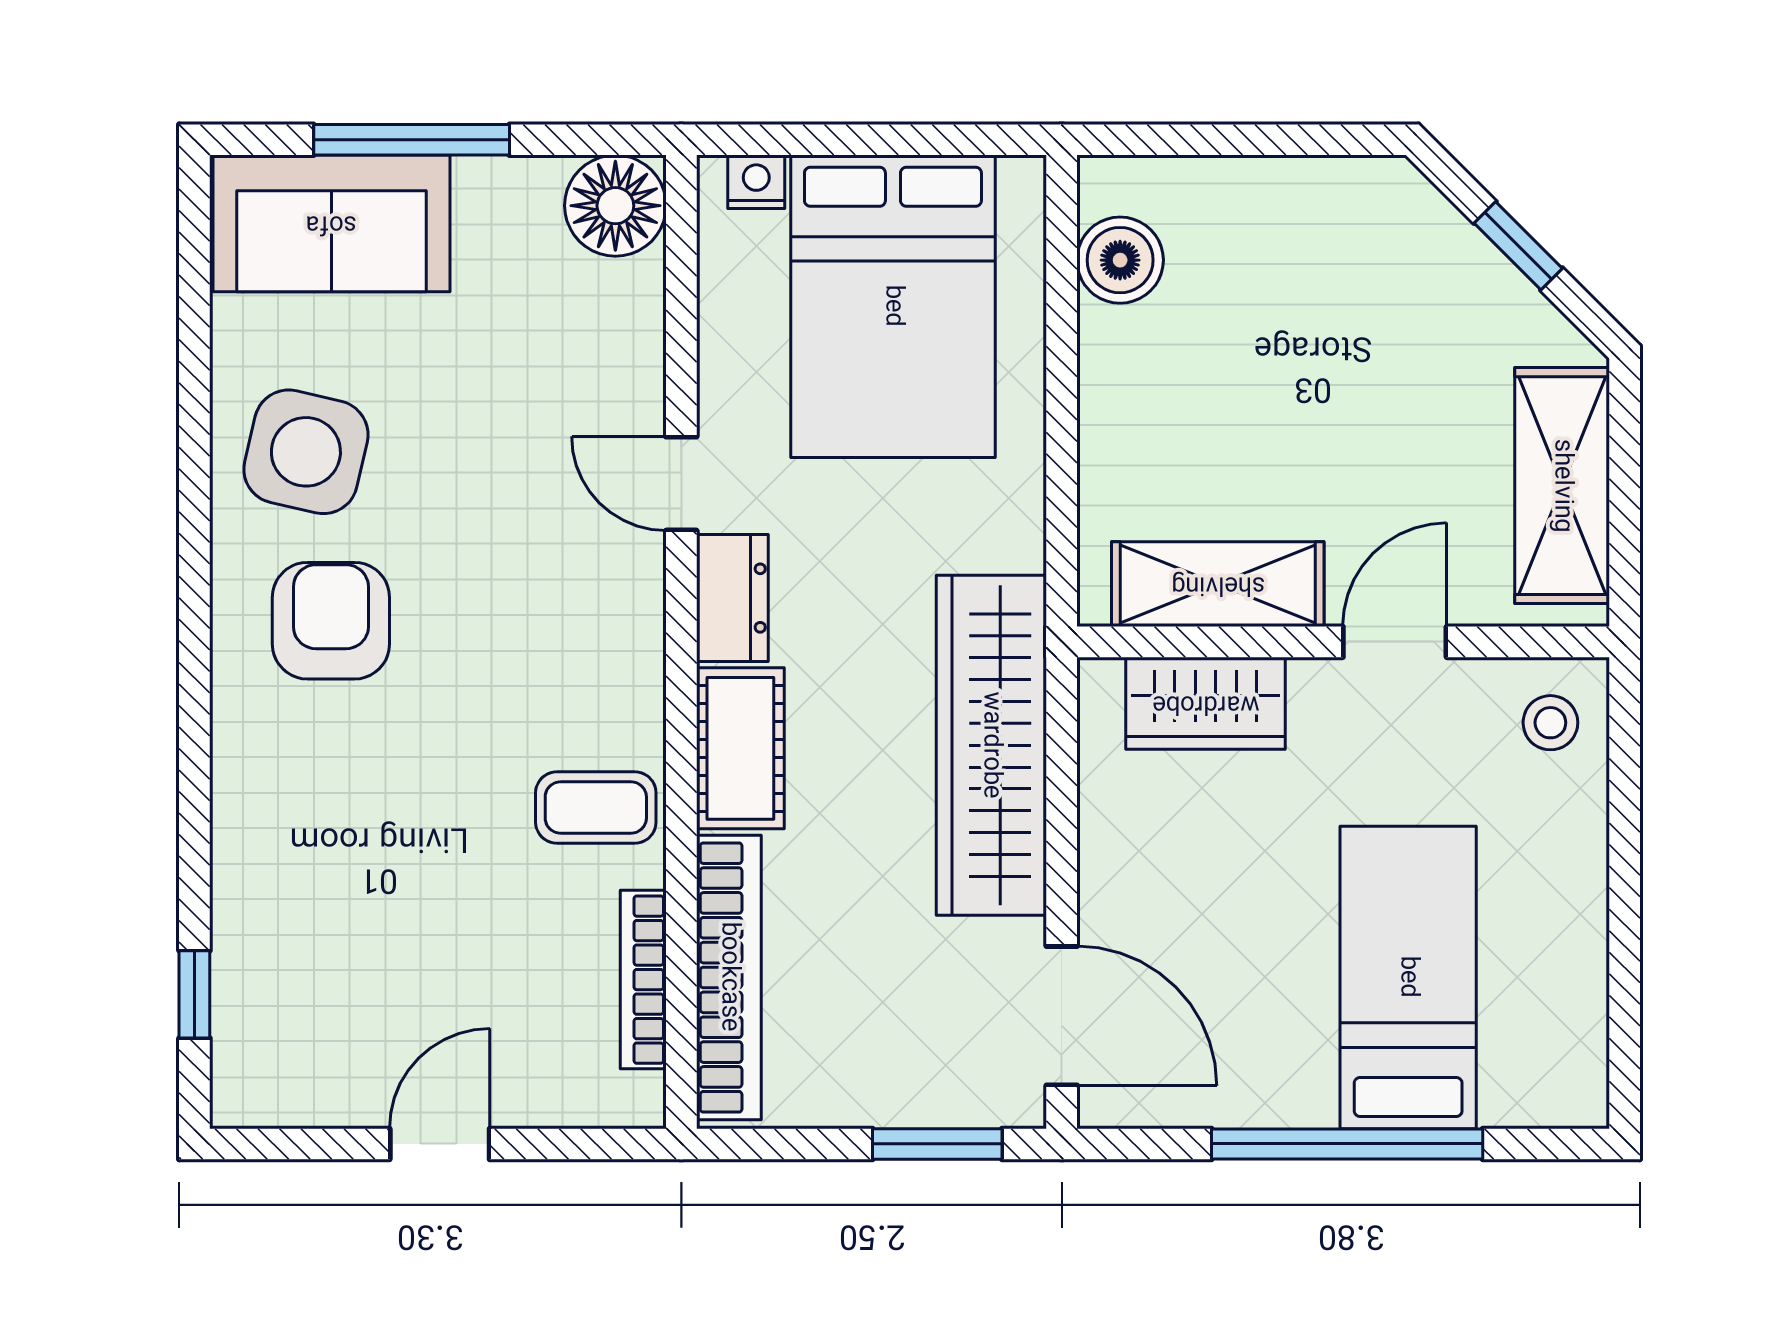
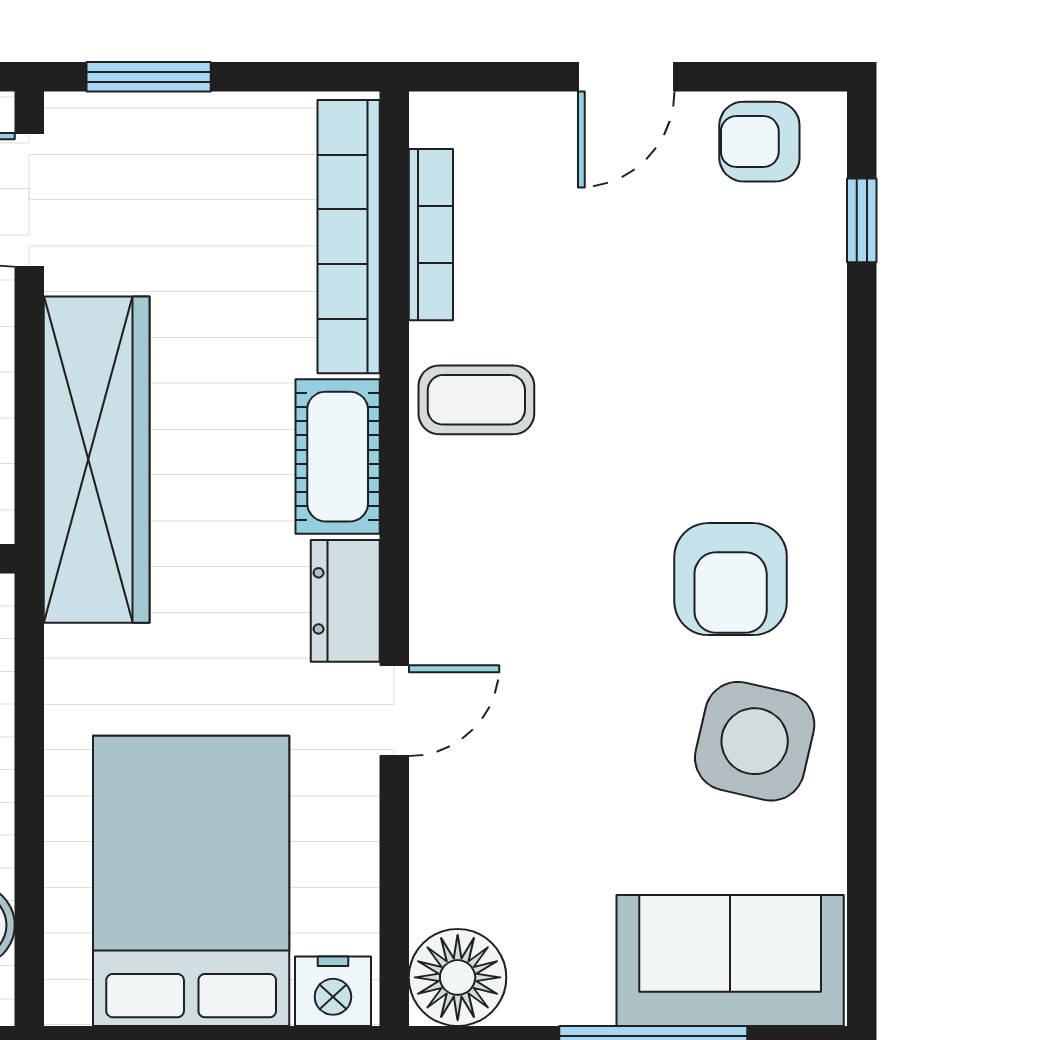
nightstand: (756, 182) -> (333, 991), width x1.39, depth x1.35
door: (681, 484) -> (394, 711), hinge flipped
armchair: (301, 1077) -> (759, 142), added

